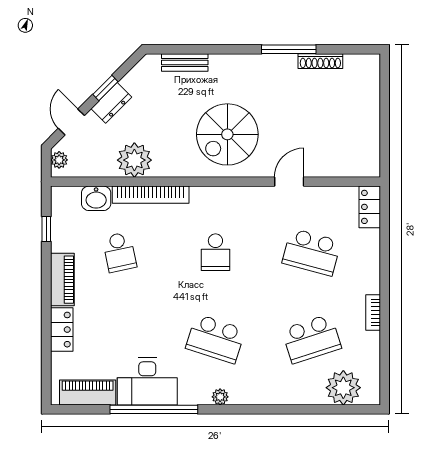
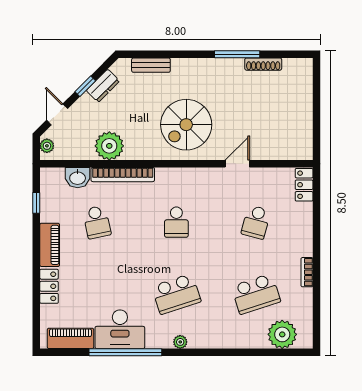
dresser: (111, 103) -> (103, 86), moved
school desk: (312, 252) -> (256, 222), width x0.54
school desk: (215, 339) -> (176, 294), turned -36

